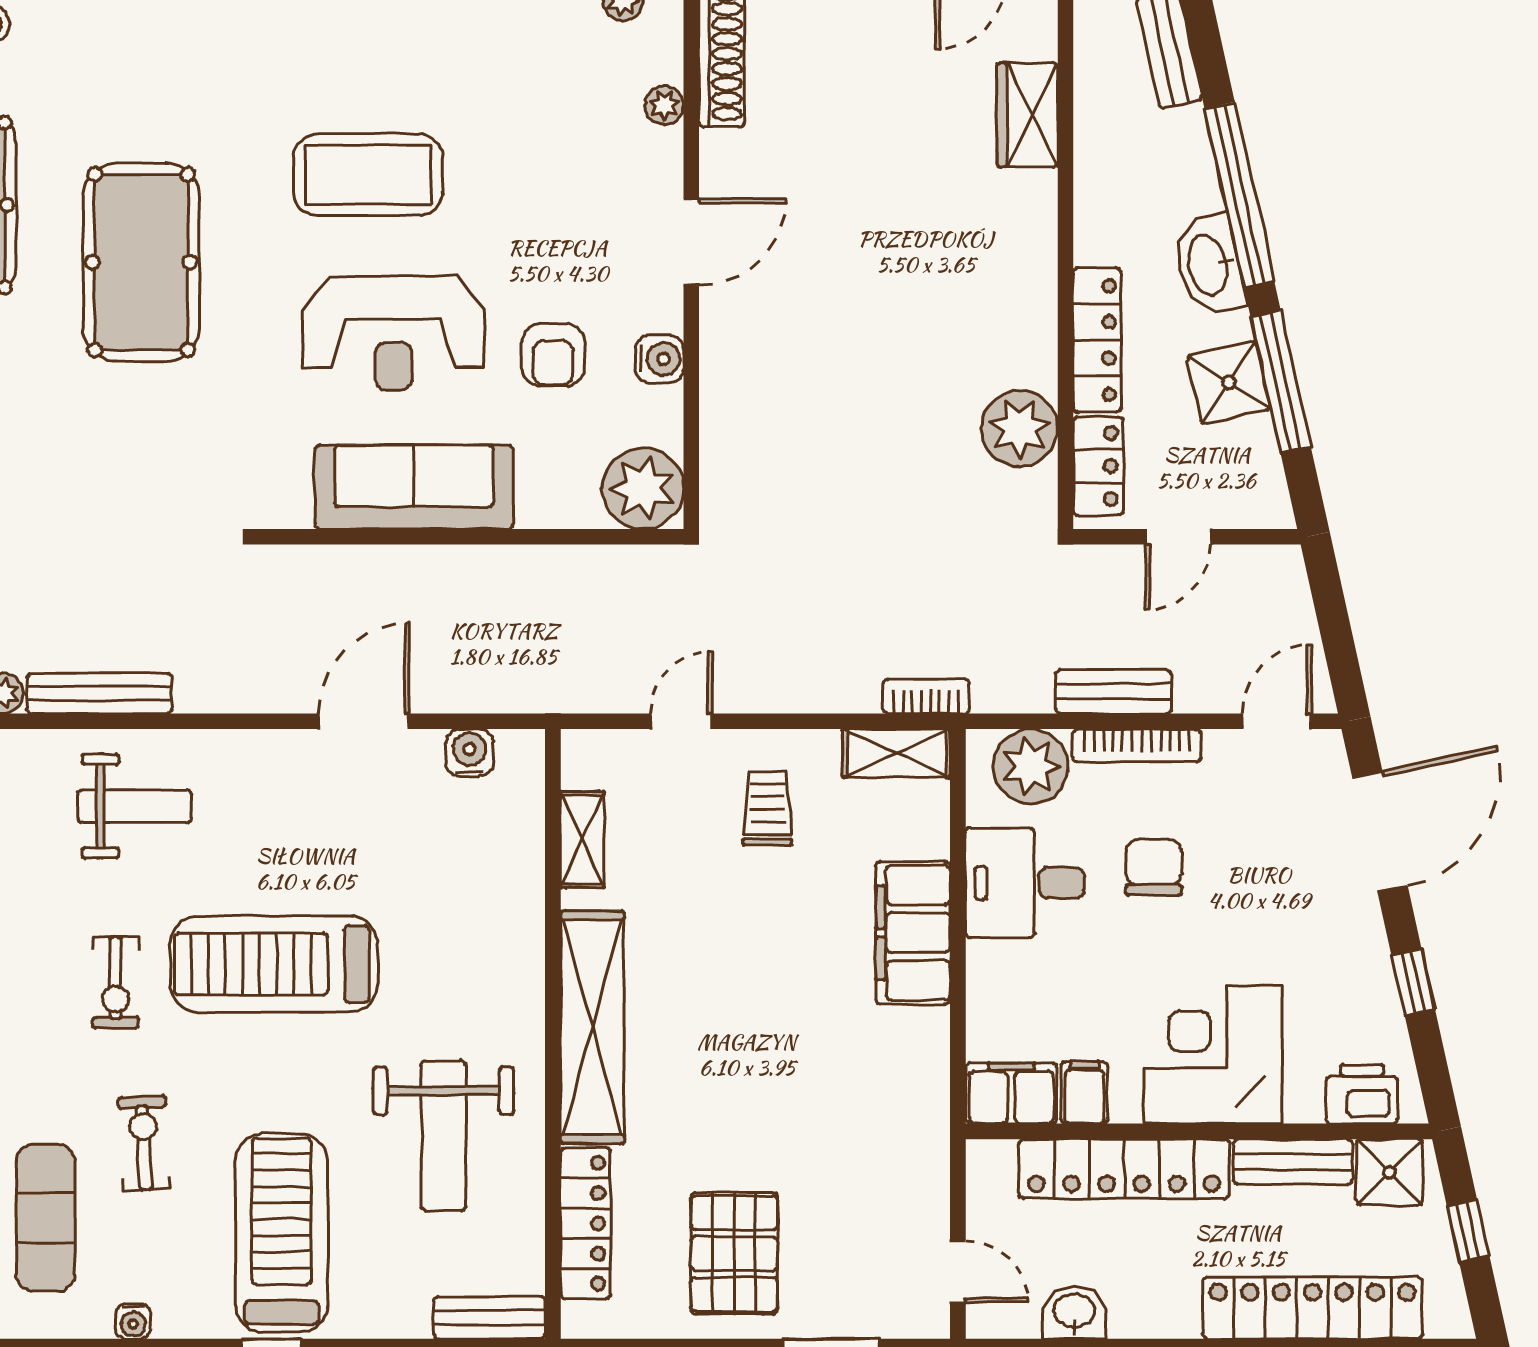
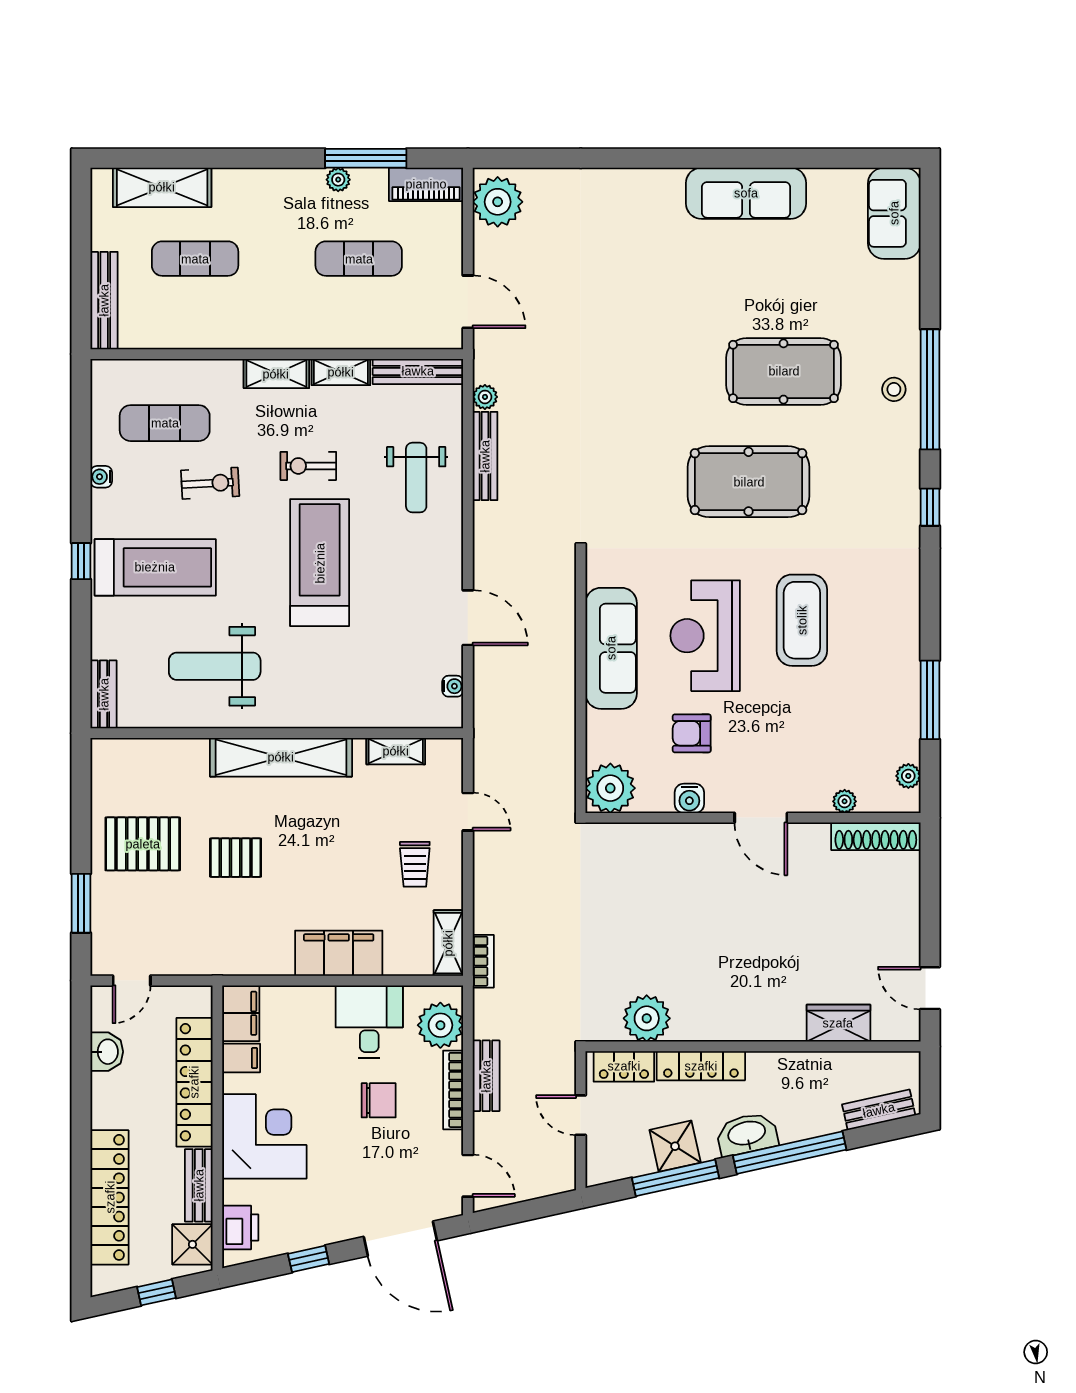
water cooler: (469, 753) -> (453, 686), width x0.72, depth x0.72
trolley: (767, 808) -> (415, 864), turned 90
pallet: (757, 1102) -> (236, 858), added
locker: (586, 1223) -> (161, 753), removed

